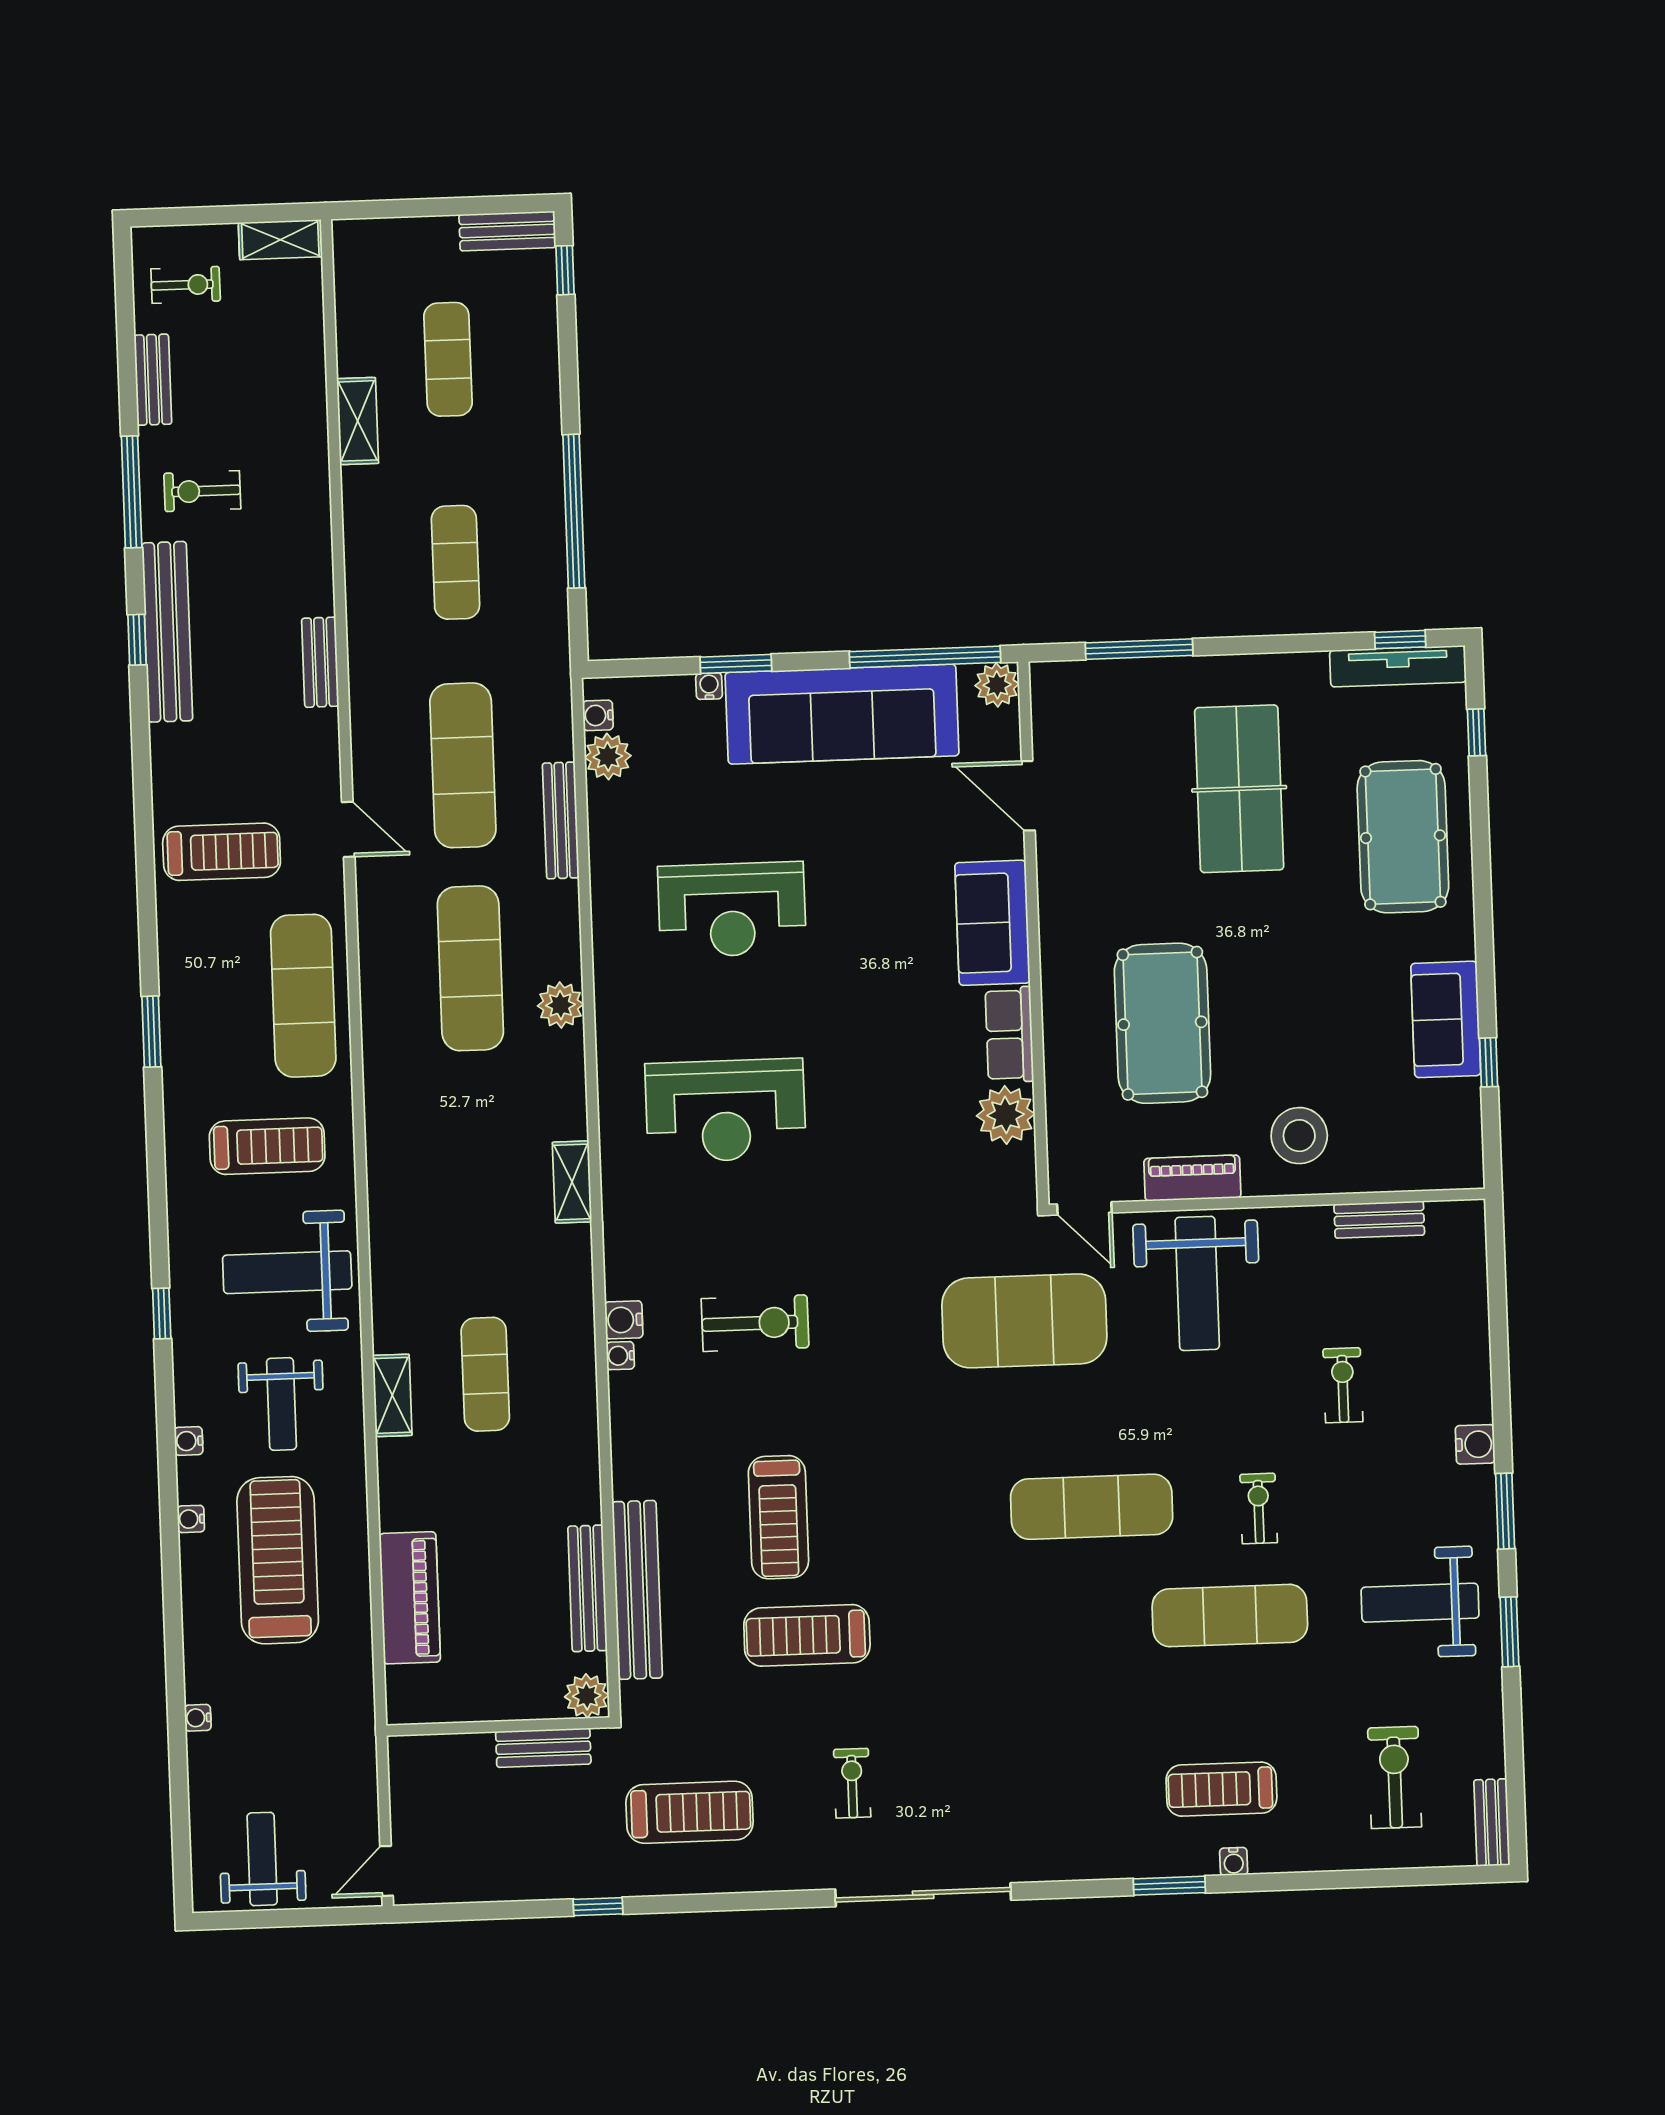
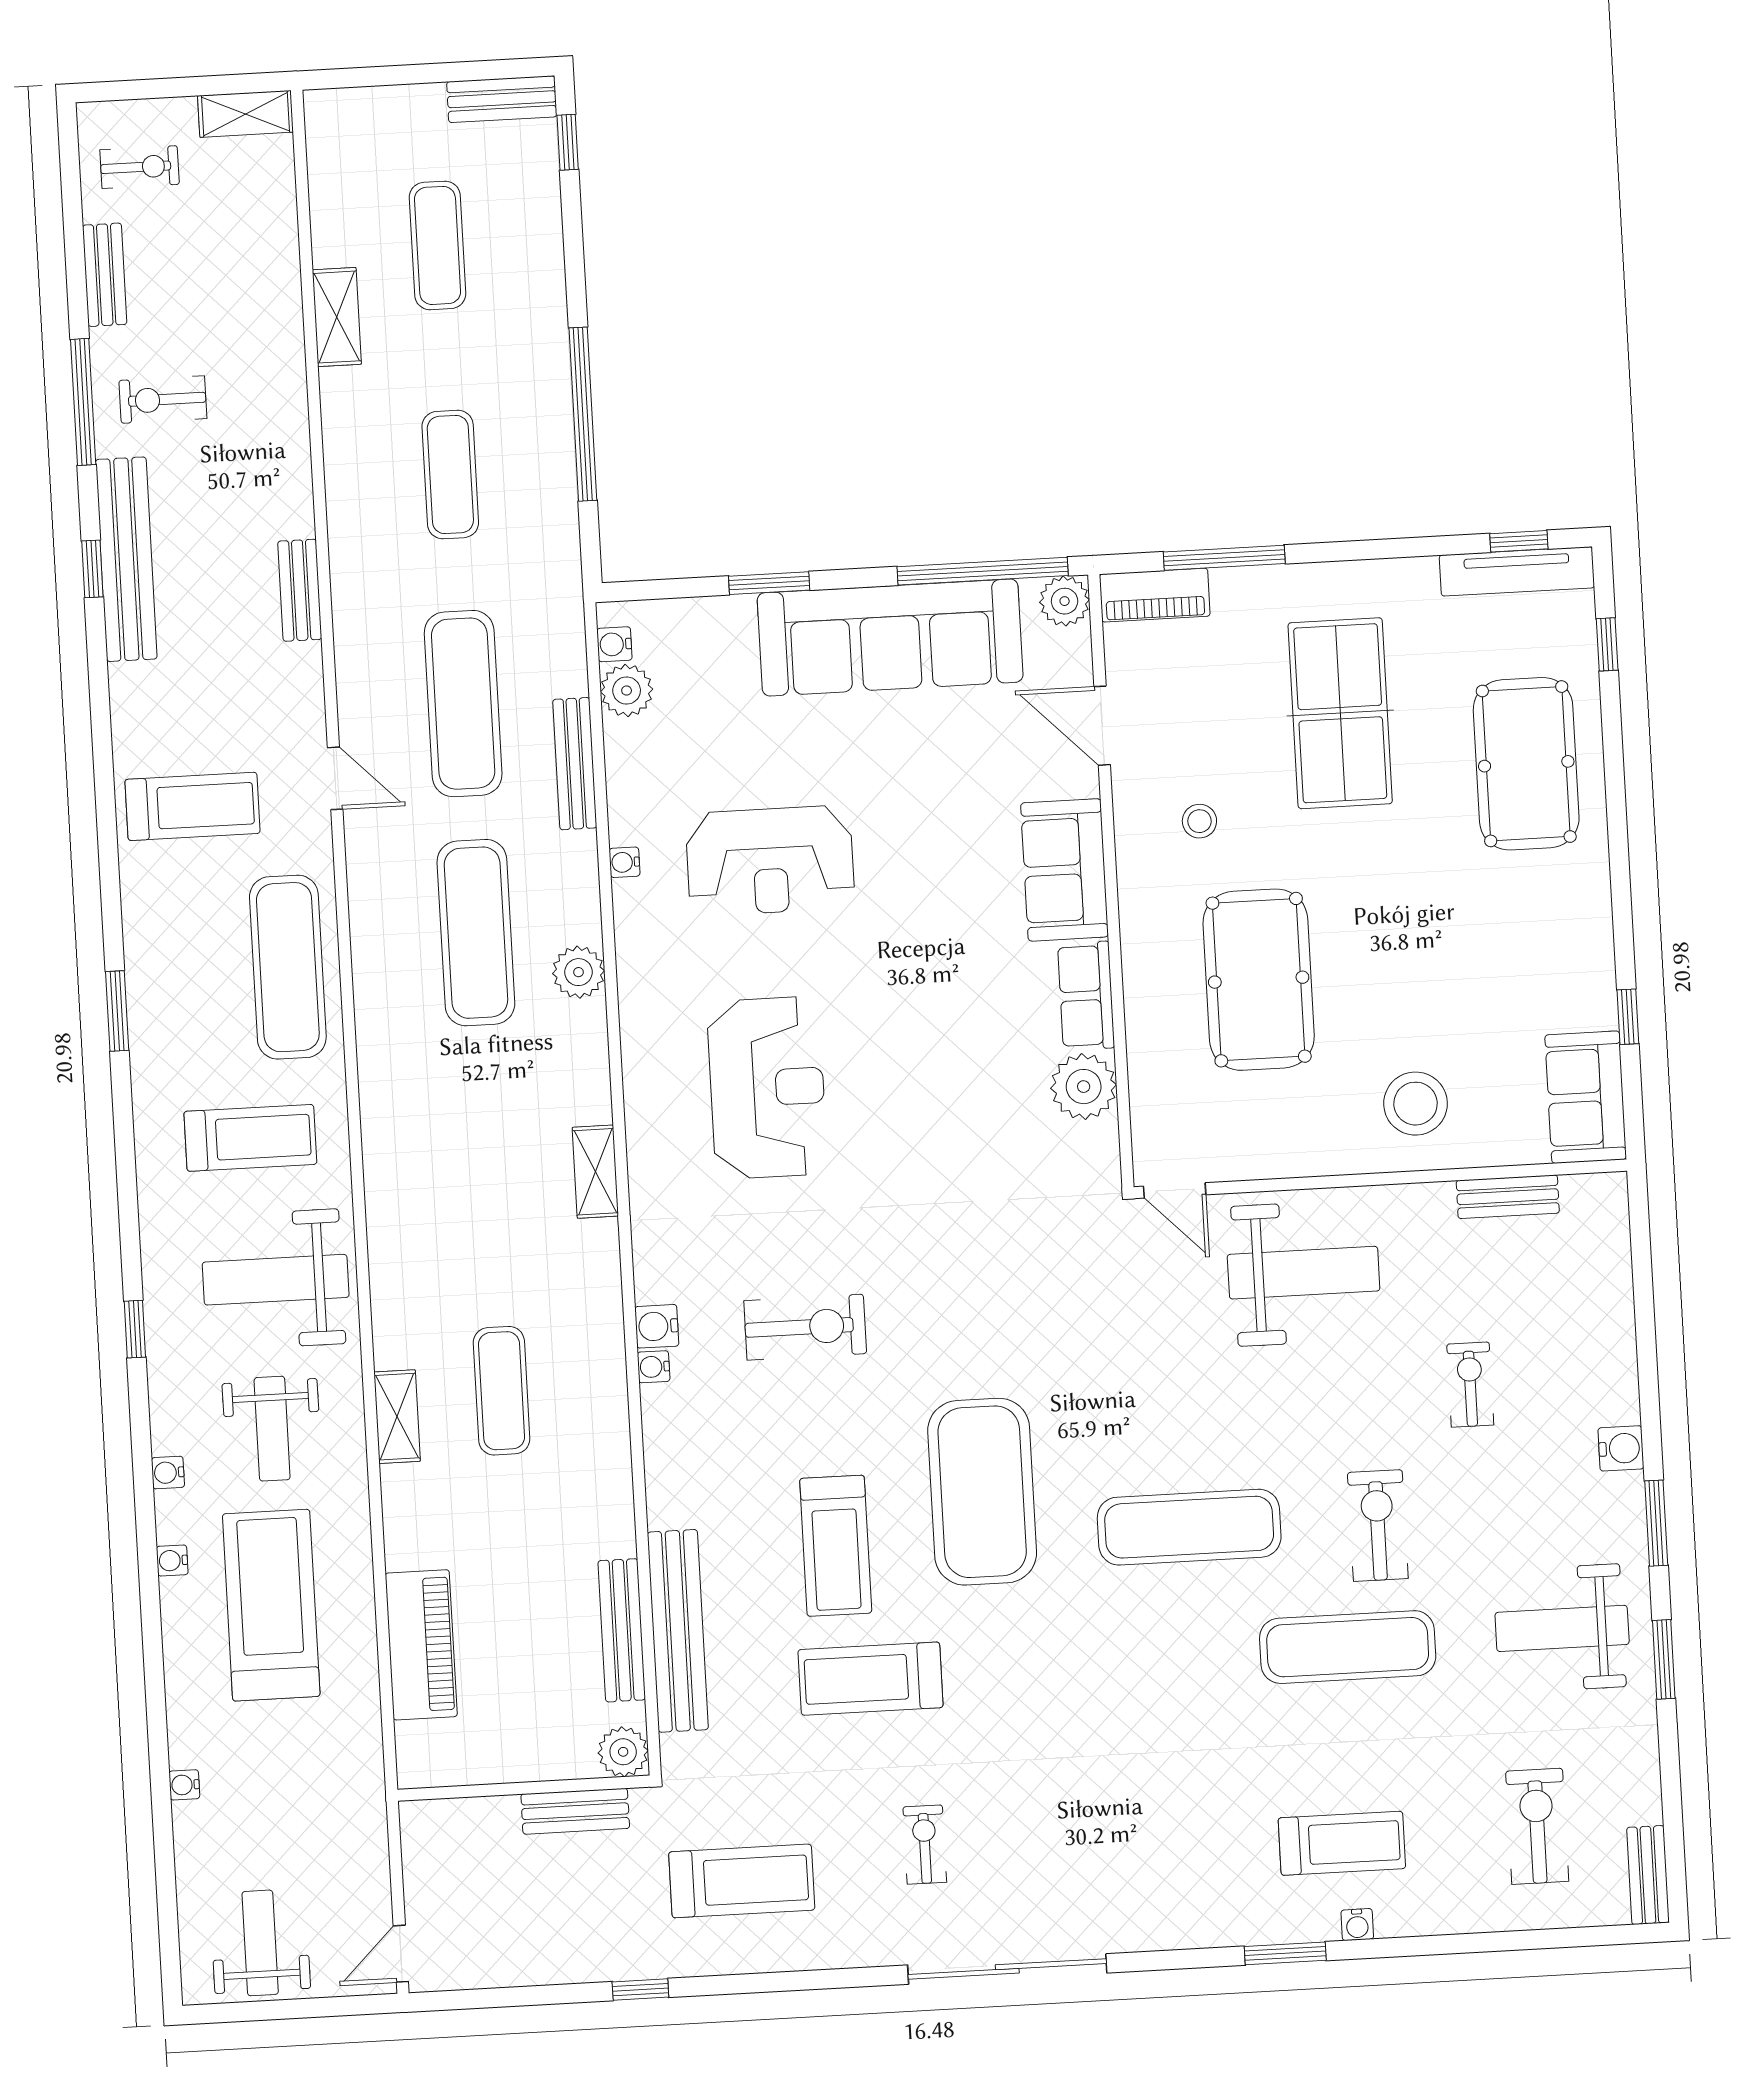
water cooler: (709, 686) -> (624, 862), moved, turned -90
stool: (1113, 882) -> (1199, 821), added
sofa: (1446, 1019) -> (1586, 1097), moved
reception desk: (725, 1111) -> (767, 1088), turned -90
piano: (1192, 1178) -> (1155, 595), moved, turned 180
weight bench: (1197, 1283) -> (1304, 1273), turned -90
exercise mat: (1024, 1321) -> (982, 1492), moved, turned 90
exercise bike: (1259, 1508) -> (1378, 1526), width x1.38, depth x1.39
treadmill: (1221, 1789) -> (1342, 1843), turned 180

